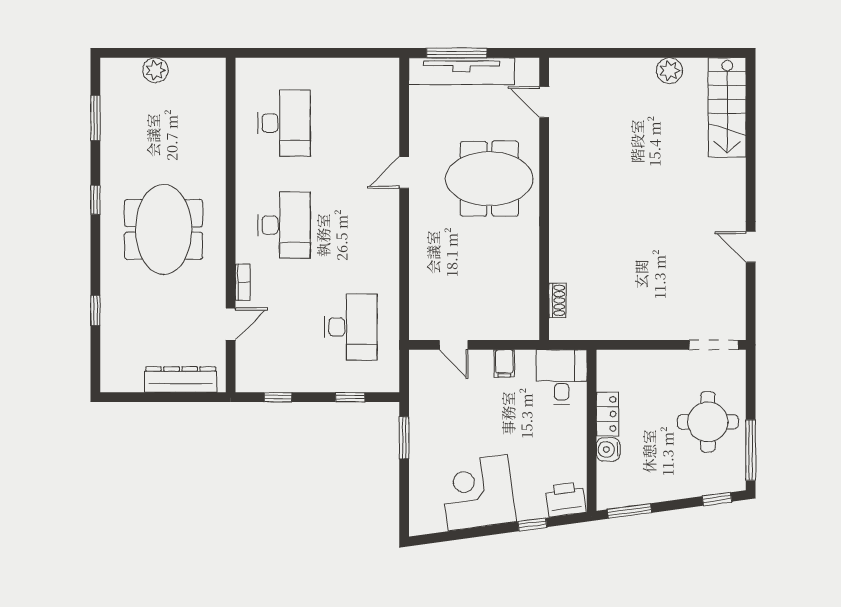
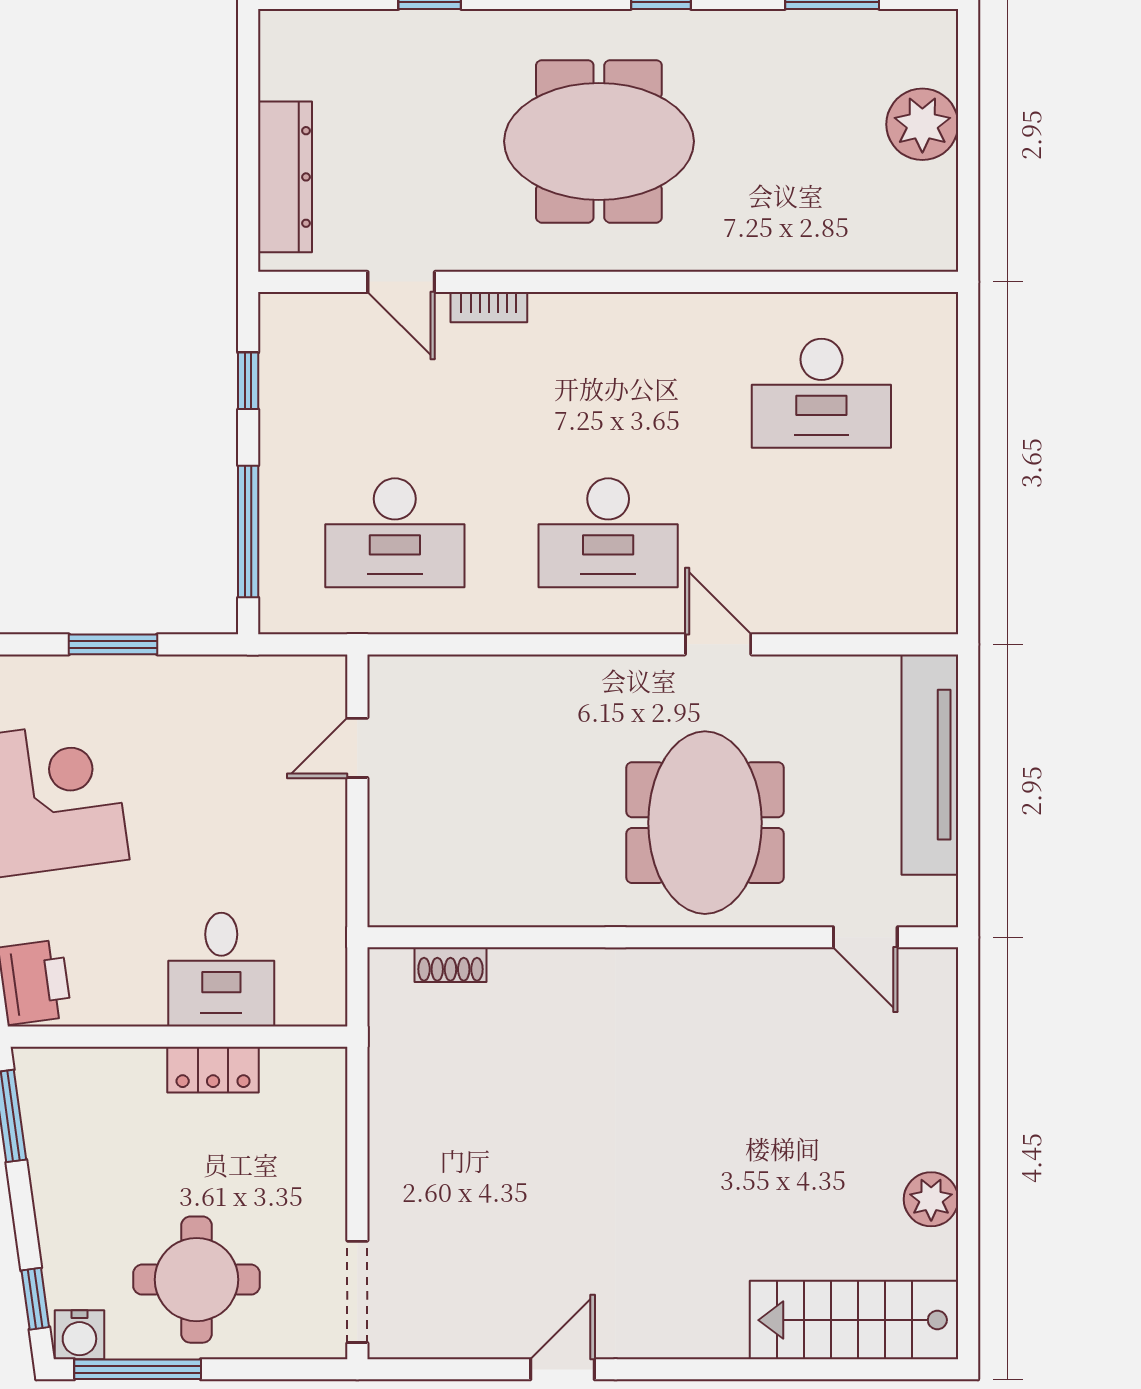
window: (457, 53) -> (968, 754), removed
plant: (155, 70) -> (922, 124), width x1.36, depth x1.36
door: (544, 102) -> (865, 937), swing flipped
desk: (284, 225) -> (608, 533), moved
filing cabinet: (504, 363) -> (319, 854), removed
desk: (562, 377) -> (221, 970), moved, turned 90
window: (350, 397) -> (248, 531), width x2.17
window: (404, 438) -> (113, 644), moved
water cooler: (608, 449) -> (79, 1335), moved, turned 180

